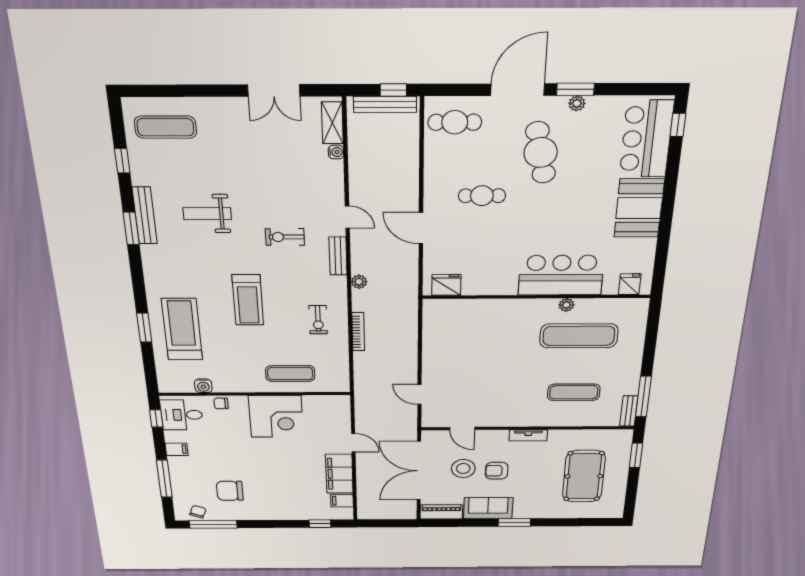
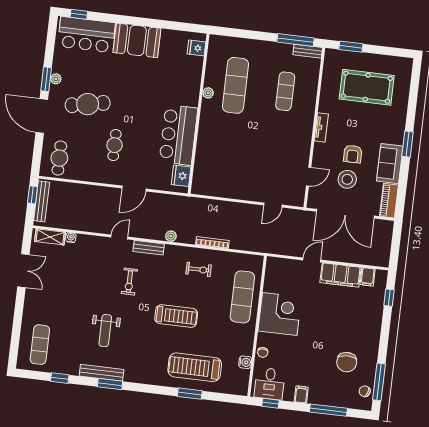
bar counter: (561, 275) -> (178, 135), moved
exercise mat: (290, 374) -> (242, 297), width x1.36, depth x1.45

